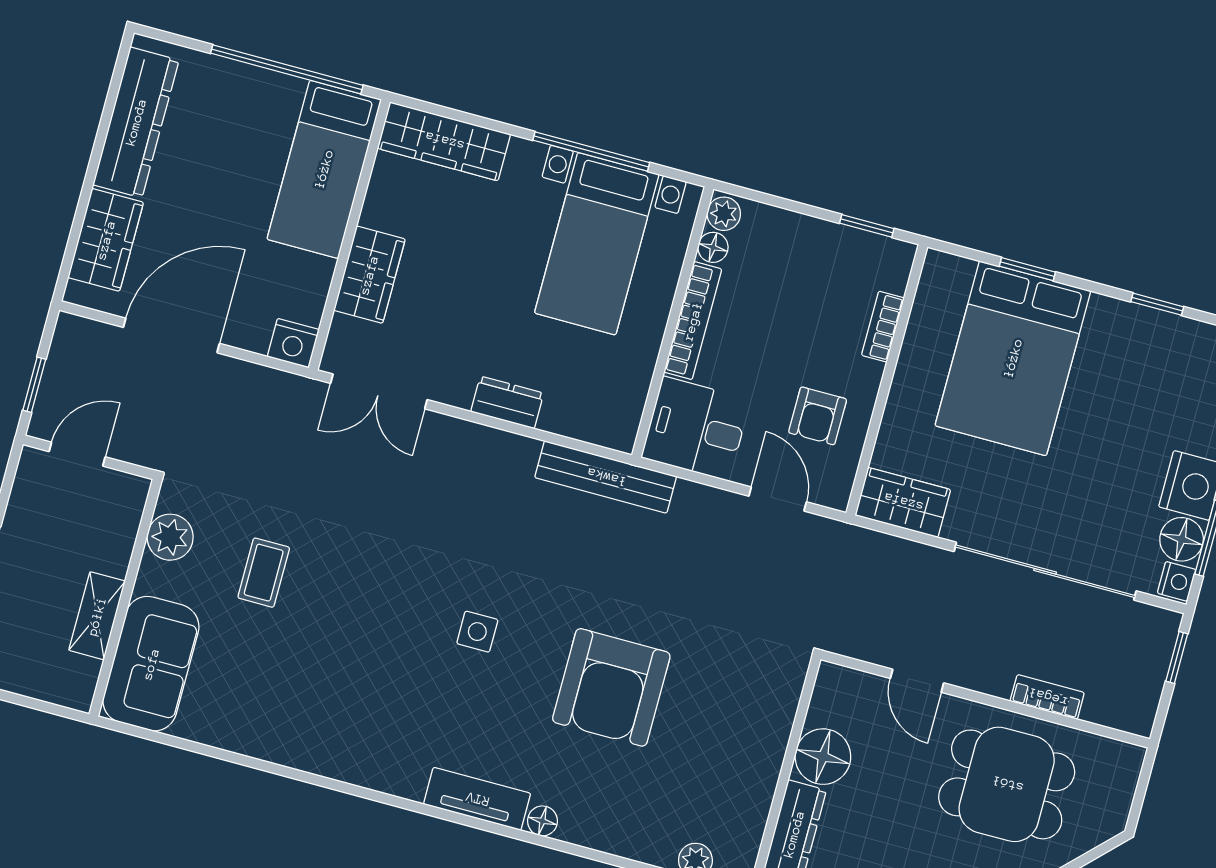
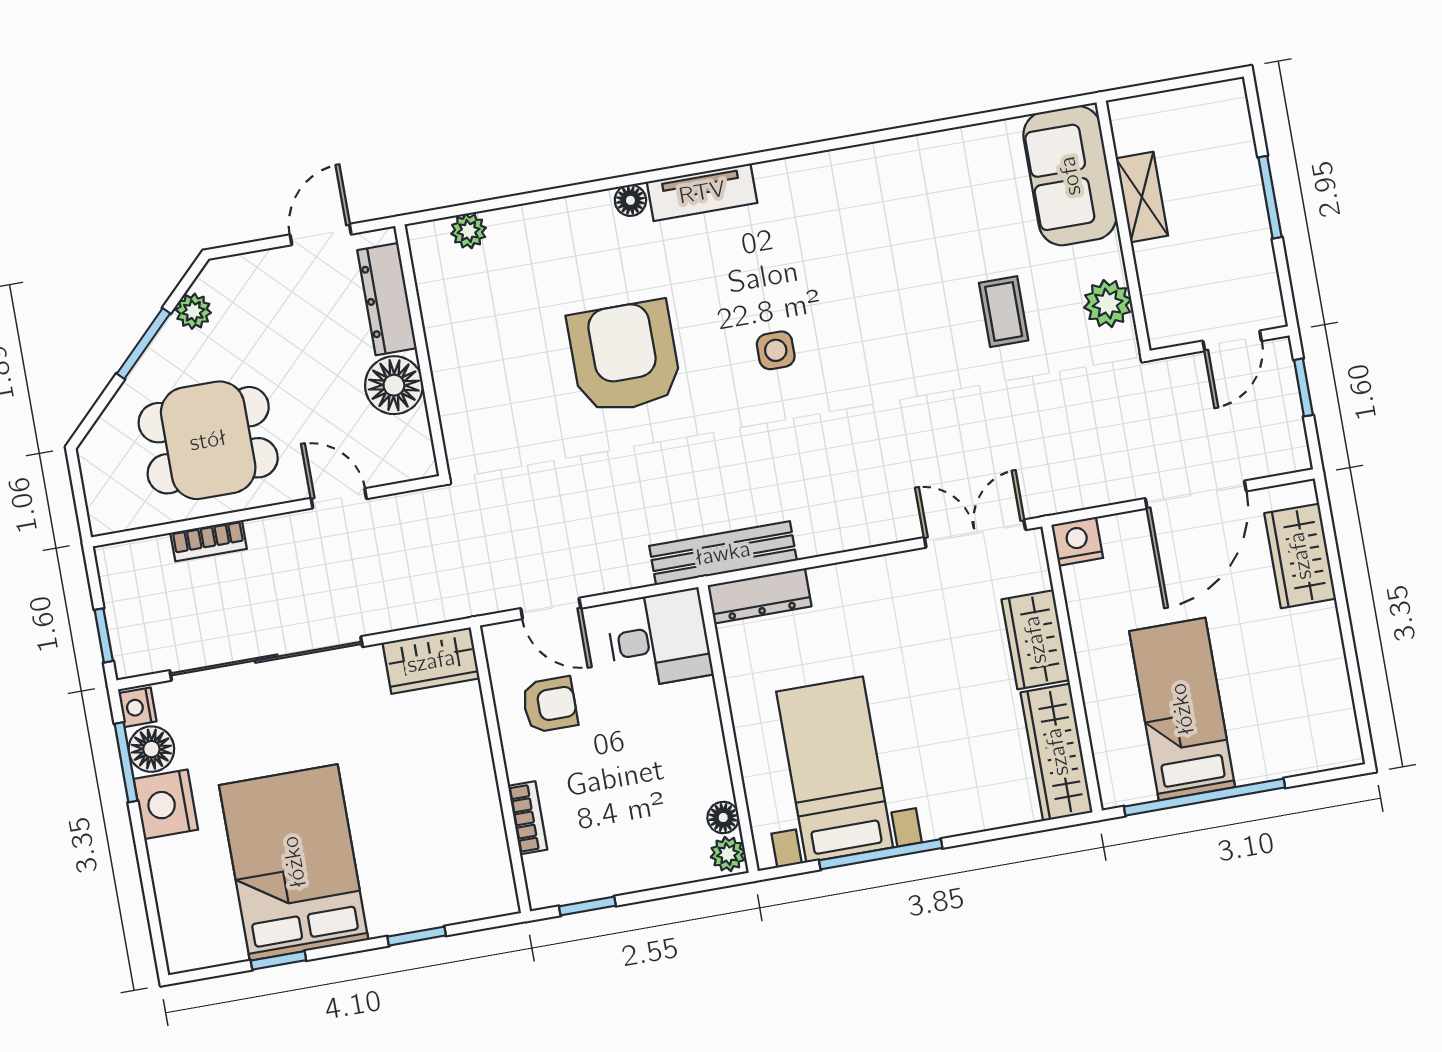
dresser: (136, 122) -> (1323, 680), removed
wardrobe: (444, 141) -> (1057, 752), moved, turned -90
bed: (324, 169) -> (1182, 709), moved
bookcase: (693, 321) -> (710, 739), removed
bed: (1013, 358) -> (294, 862), moved
dresser: (507, 402) -> (759, 596), moved, width x1.44
armchair: (818, 416) -> (550, 705), turned 90

